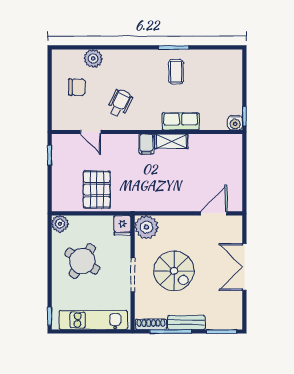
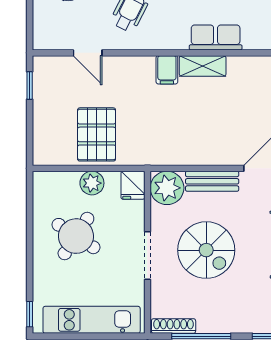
plant: (60, 224) -> (92, 183), moved
bench: (186, 322) -> (212, 181), moved

